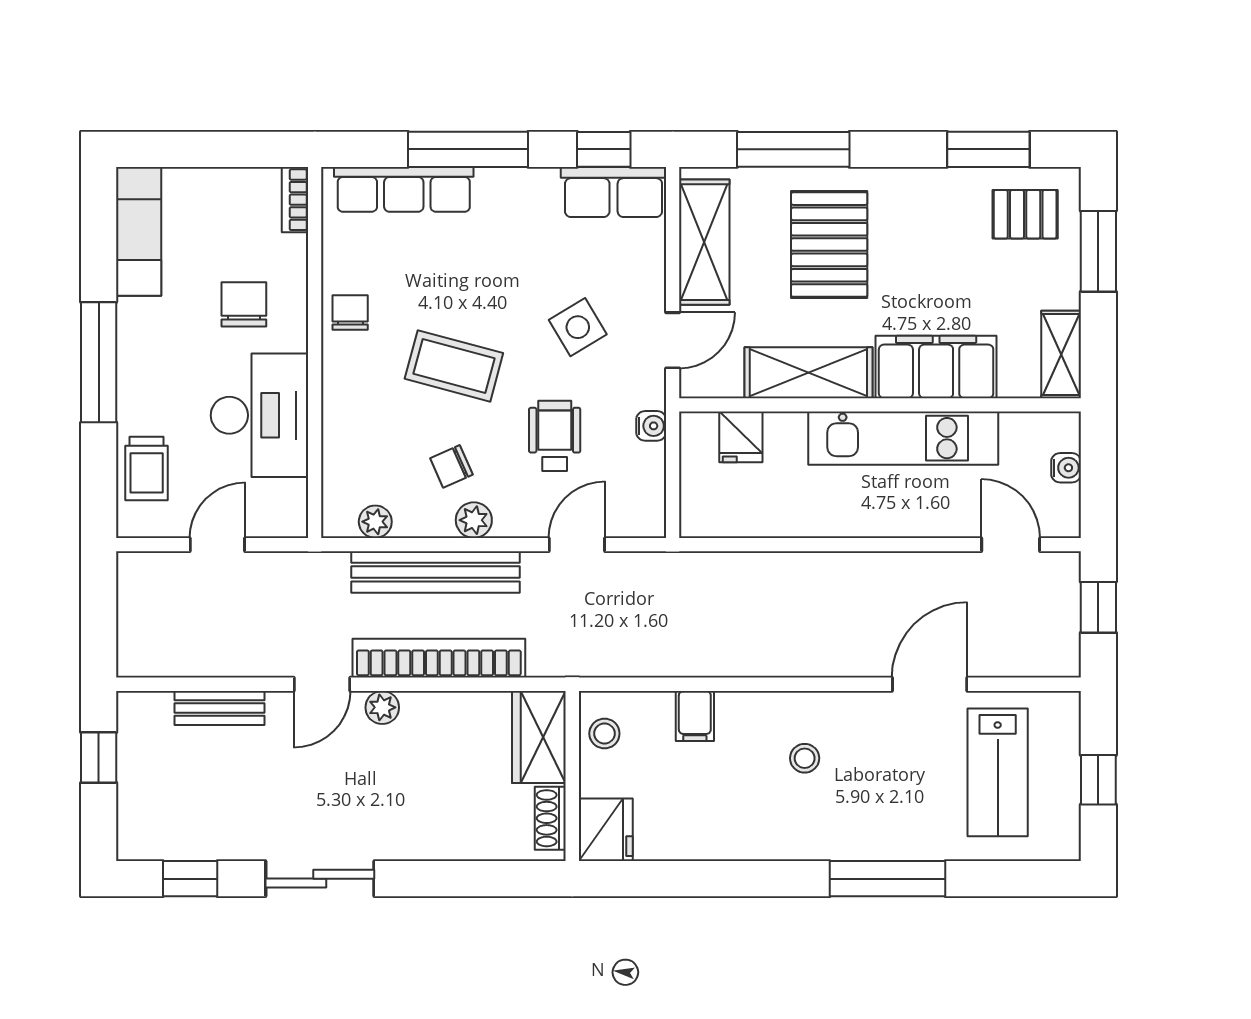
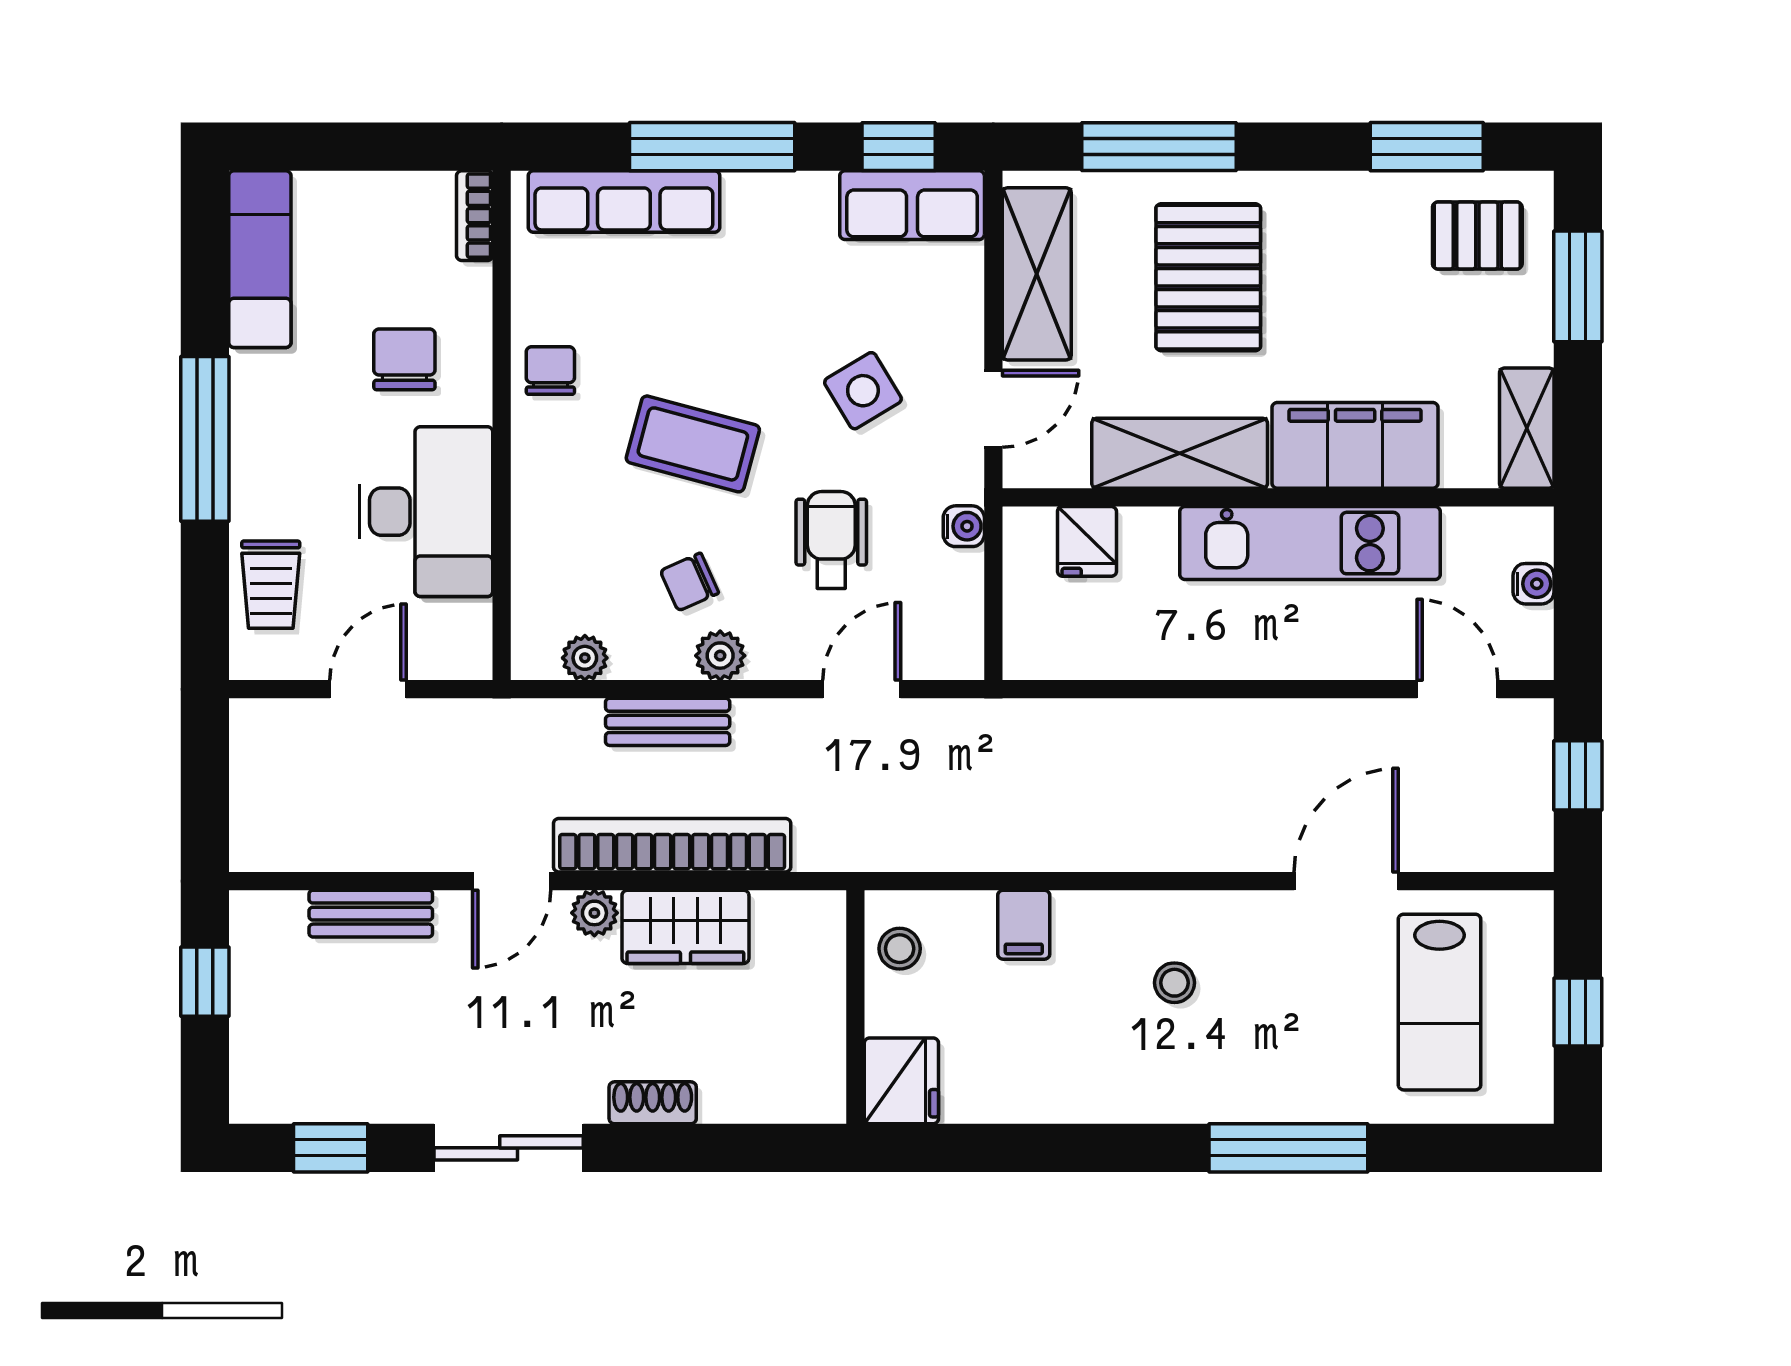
bench: (436, 572) -> (668, 722), width x0.54, depth x0.82
wardrobe: (539, 737) -> (685, 927), moved, turned -90
shoe rack: (550, 818) -> (653, 1103), moved, turned 90

